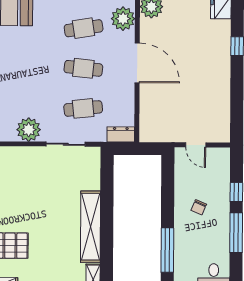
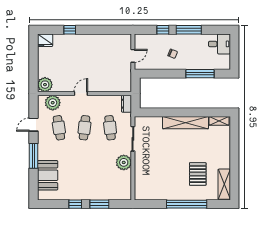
door: (137, 63) -> (81, 93), width x0.53

